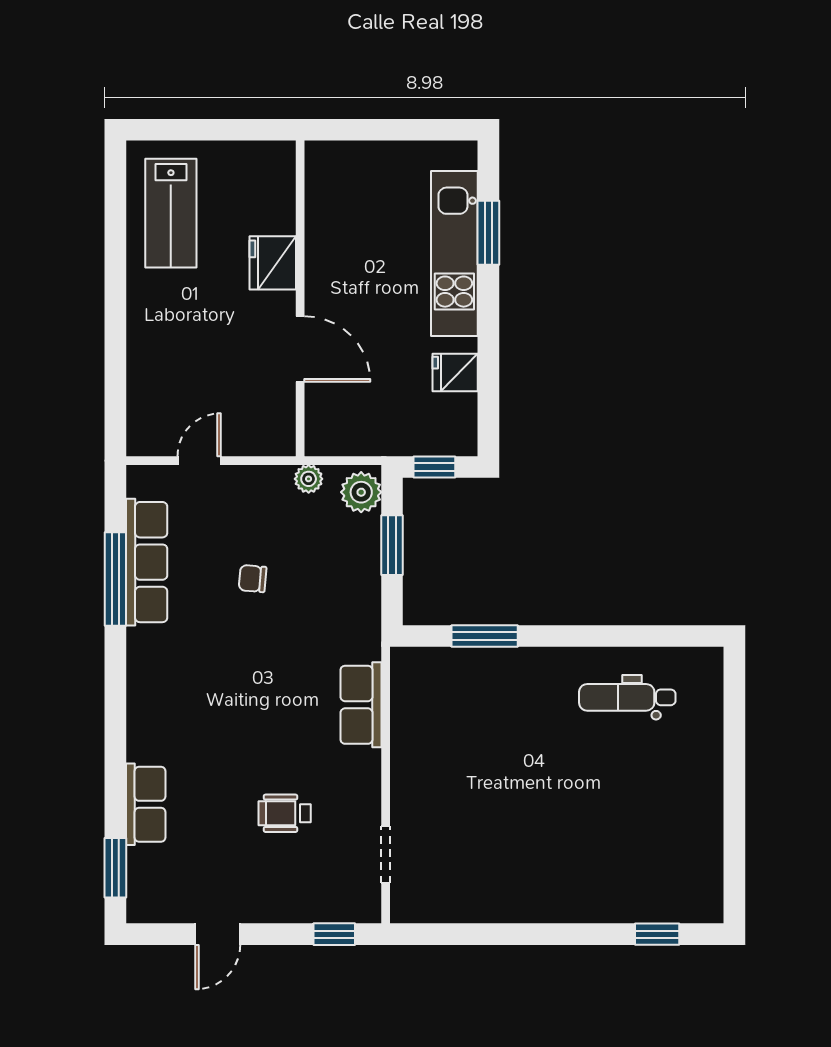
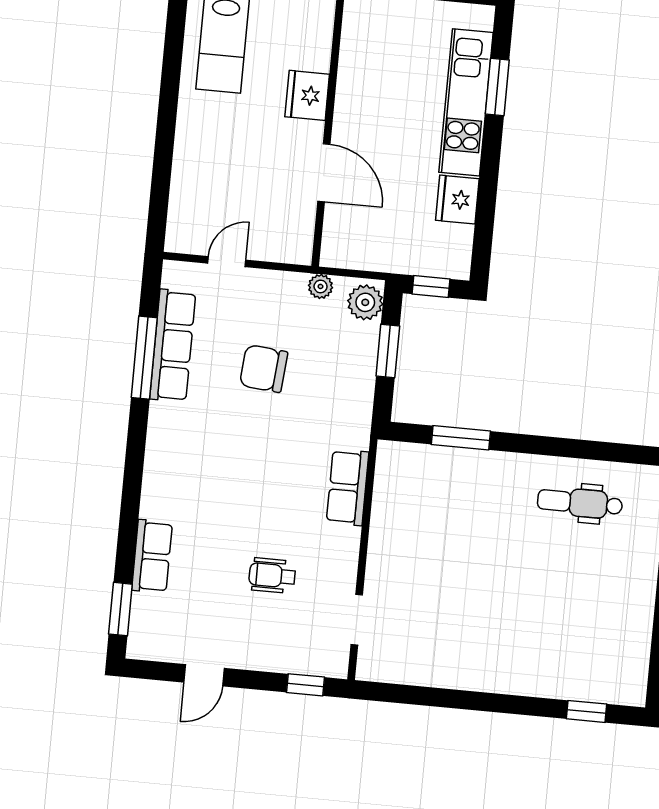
fridge: (455, 372) -> (457, 200), width x1.38
chair: (253, 579) -> (264, 369), width x1.87, depth x1.87

